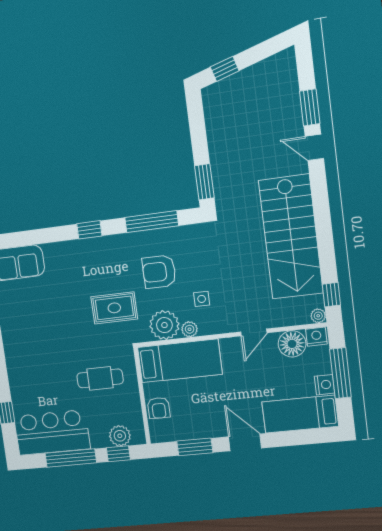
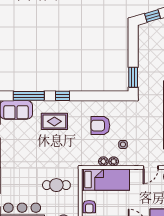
window: (152, 222) -> (29, 96), moved
rug: (114, 308) -> (54, 121), moved
plant: (164, 325) -> (103, 161), width x0.53, depth x0.53

